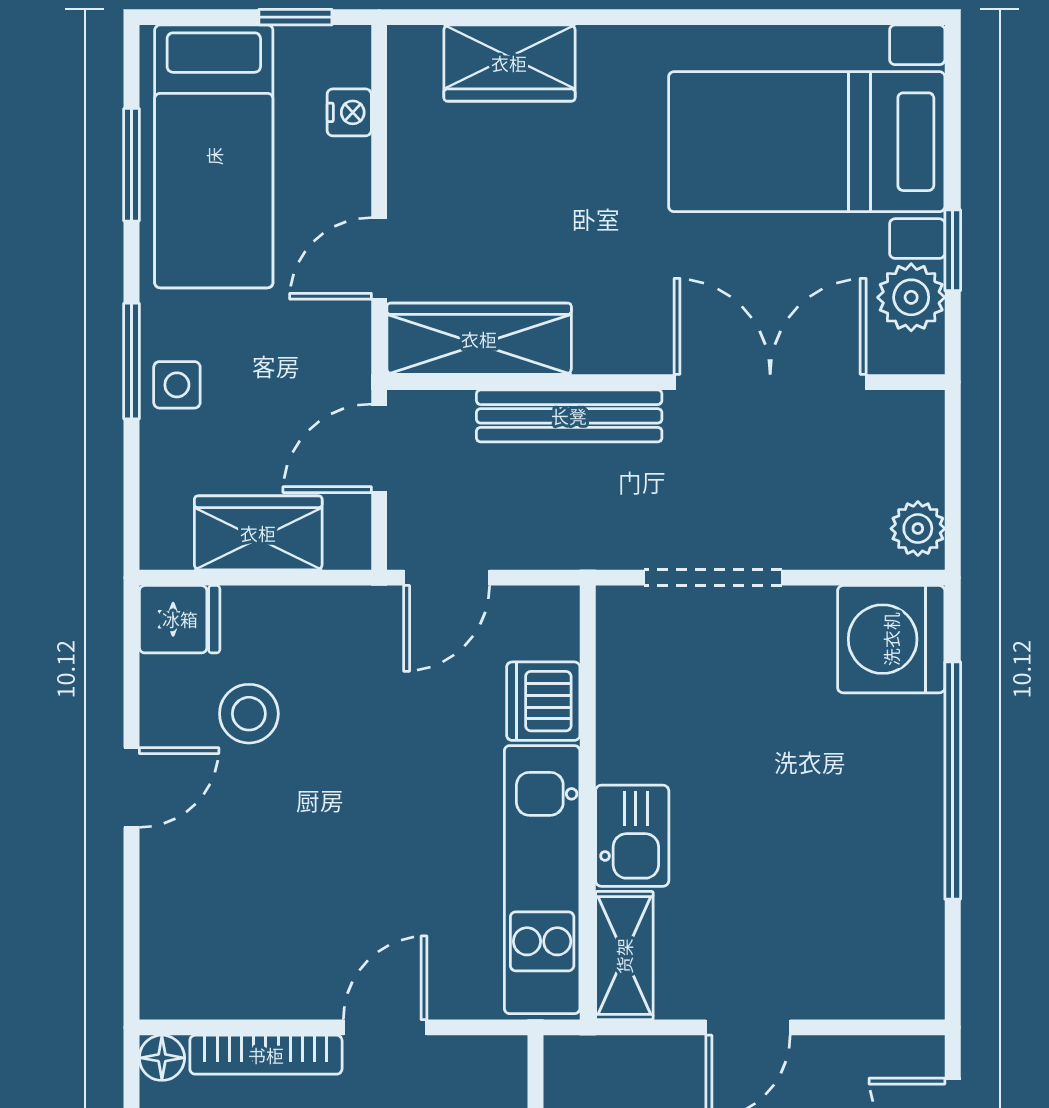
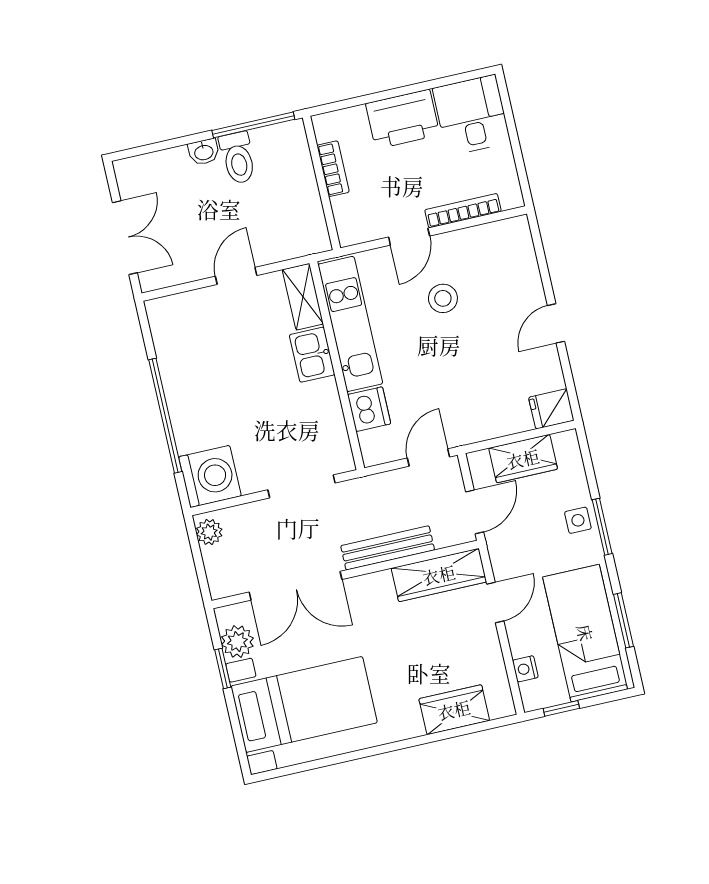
stool: (249, 714) -> (443, 298), moved
floor lamp: (162, 1058) -> (512, 198), removed

